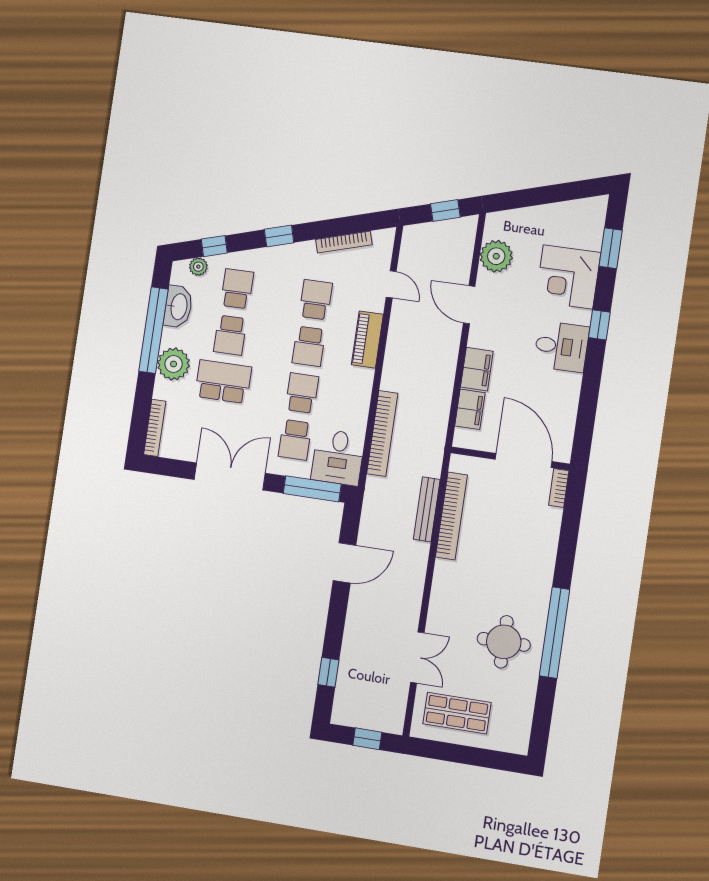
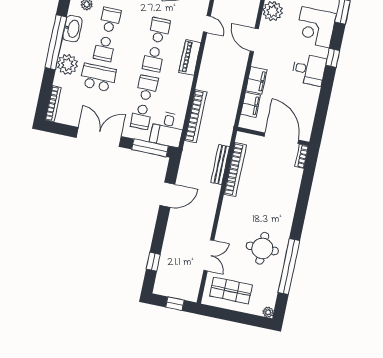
window: (555, 633) -> (289, 267), moved
plant: (520, 746) -> (268, 312), added

